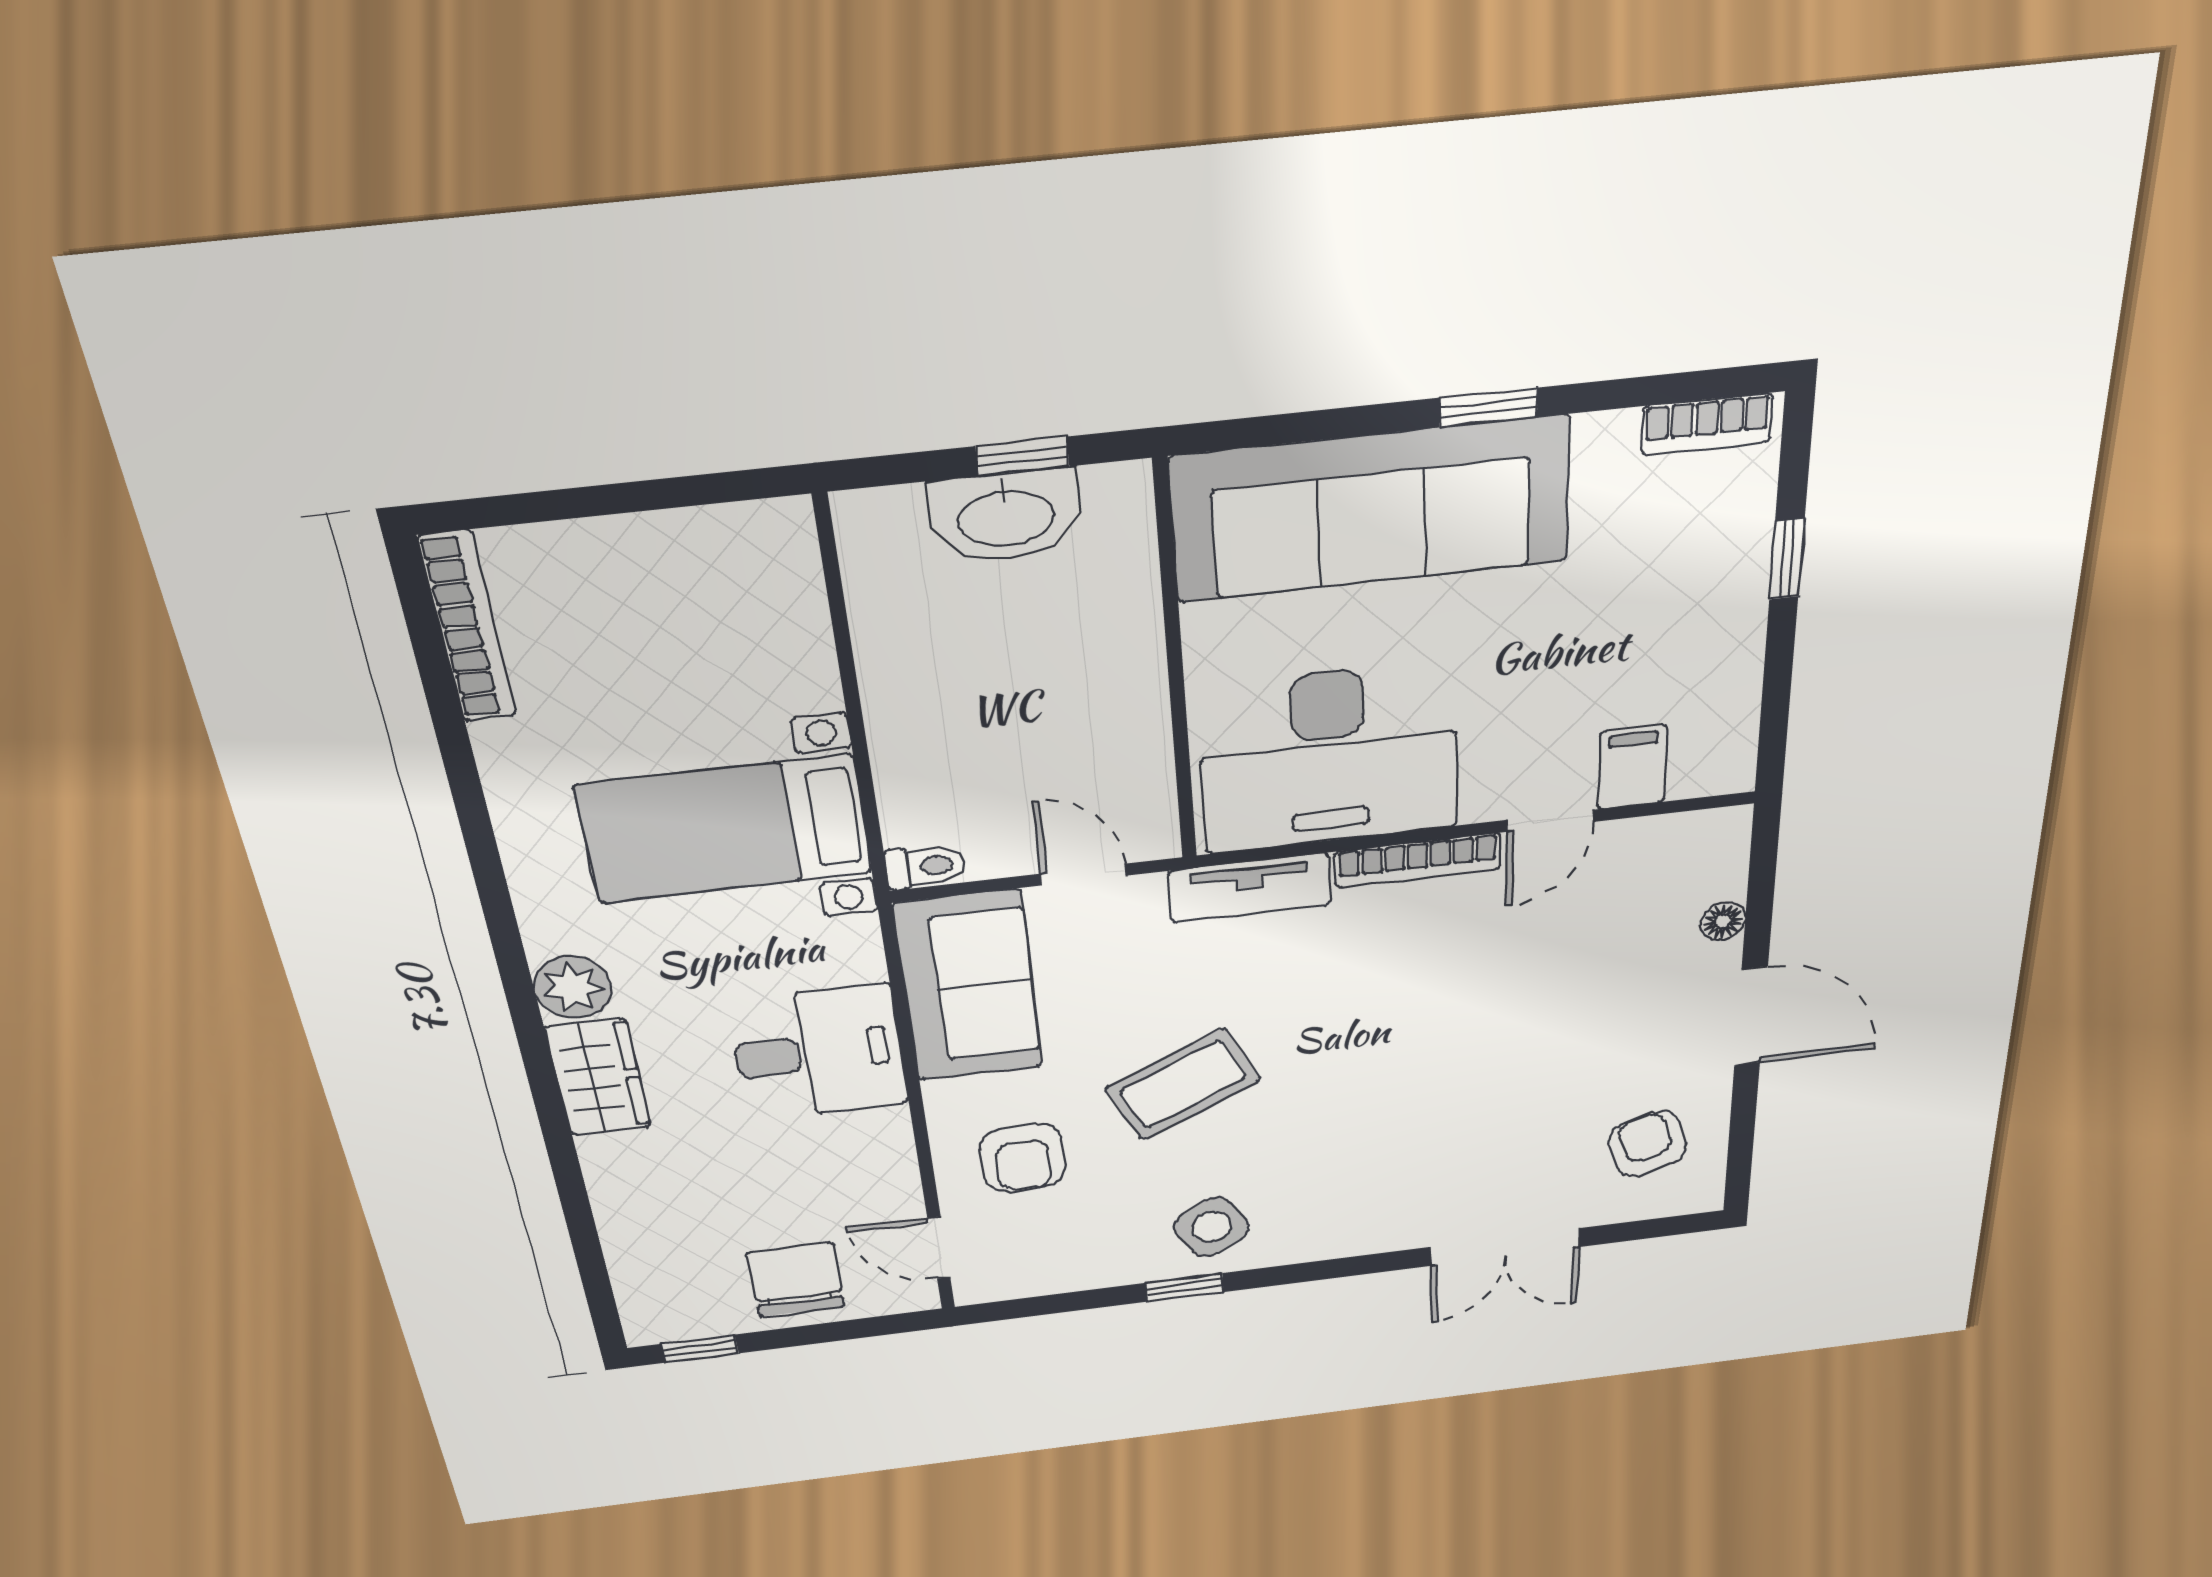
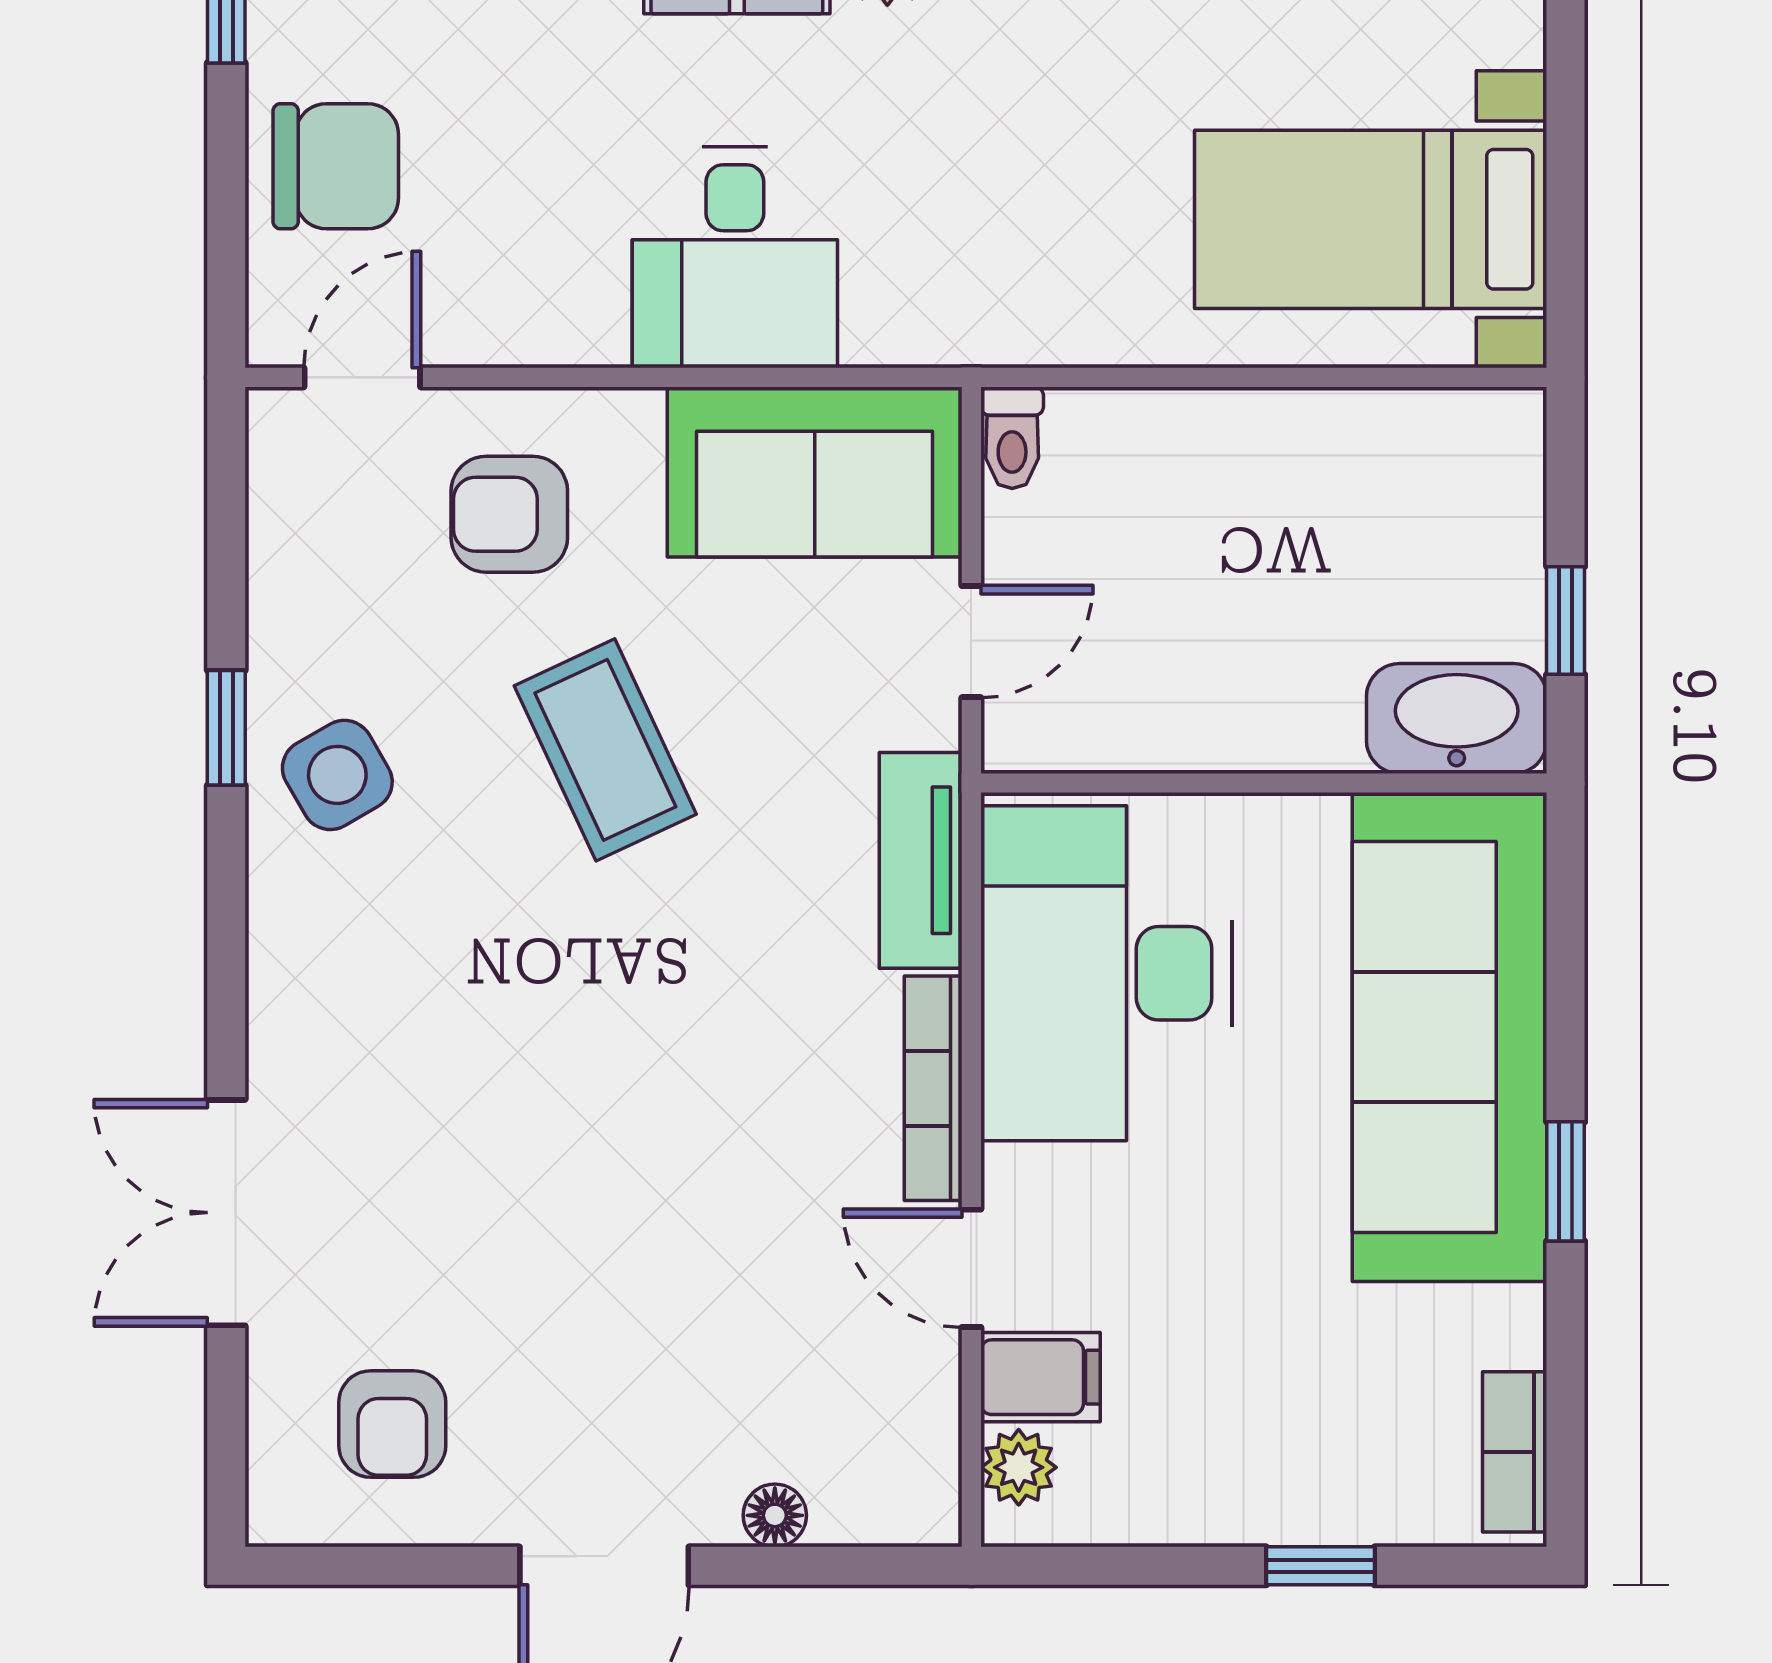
washbasin: (1006, 516) -> (1457, 719), moved, turned 90
plant: (1698, 774) -> (1019, 1467), added
bed with nightstands: (725, 829) -> (1371, 219), moved, turned -90
armchair: (1647, 1144) -> (392, 1424), turned 107

